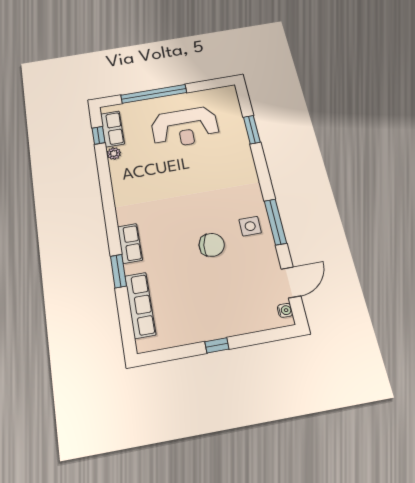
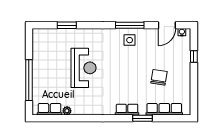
reception desk: (185, 127) -> (83, 68), moved
window: (99, 135) -> (52, 118), removed
chair: (212, 245) -> (159, 77), moved
door: (291, 282) -> (167, 25), swing flipped
window: (217, 345) -> (194, 57), moved

